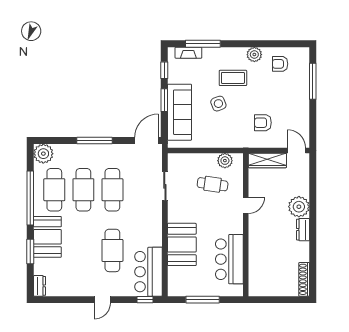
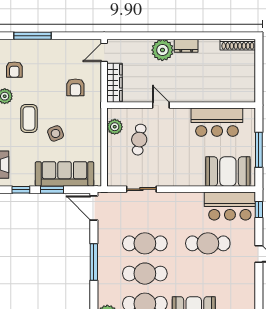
booth: (182, 244) -> (228, 171), moved

